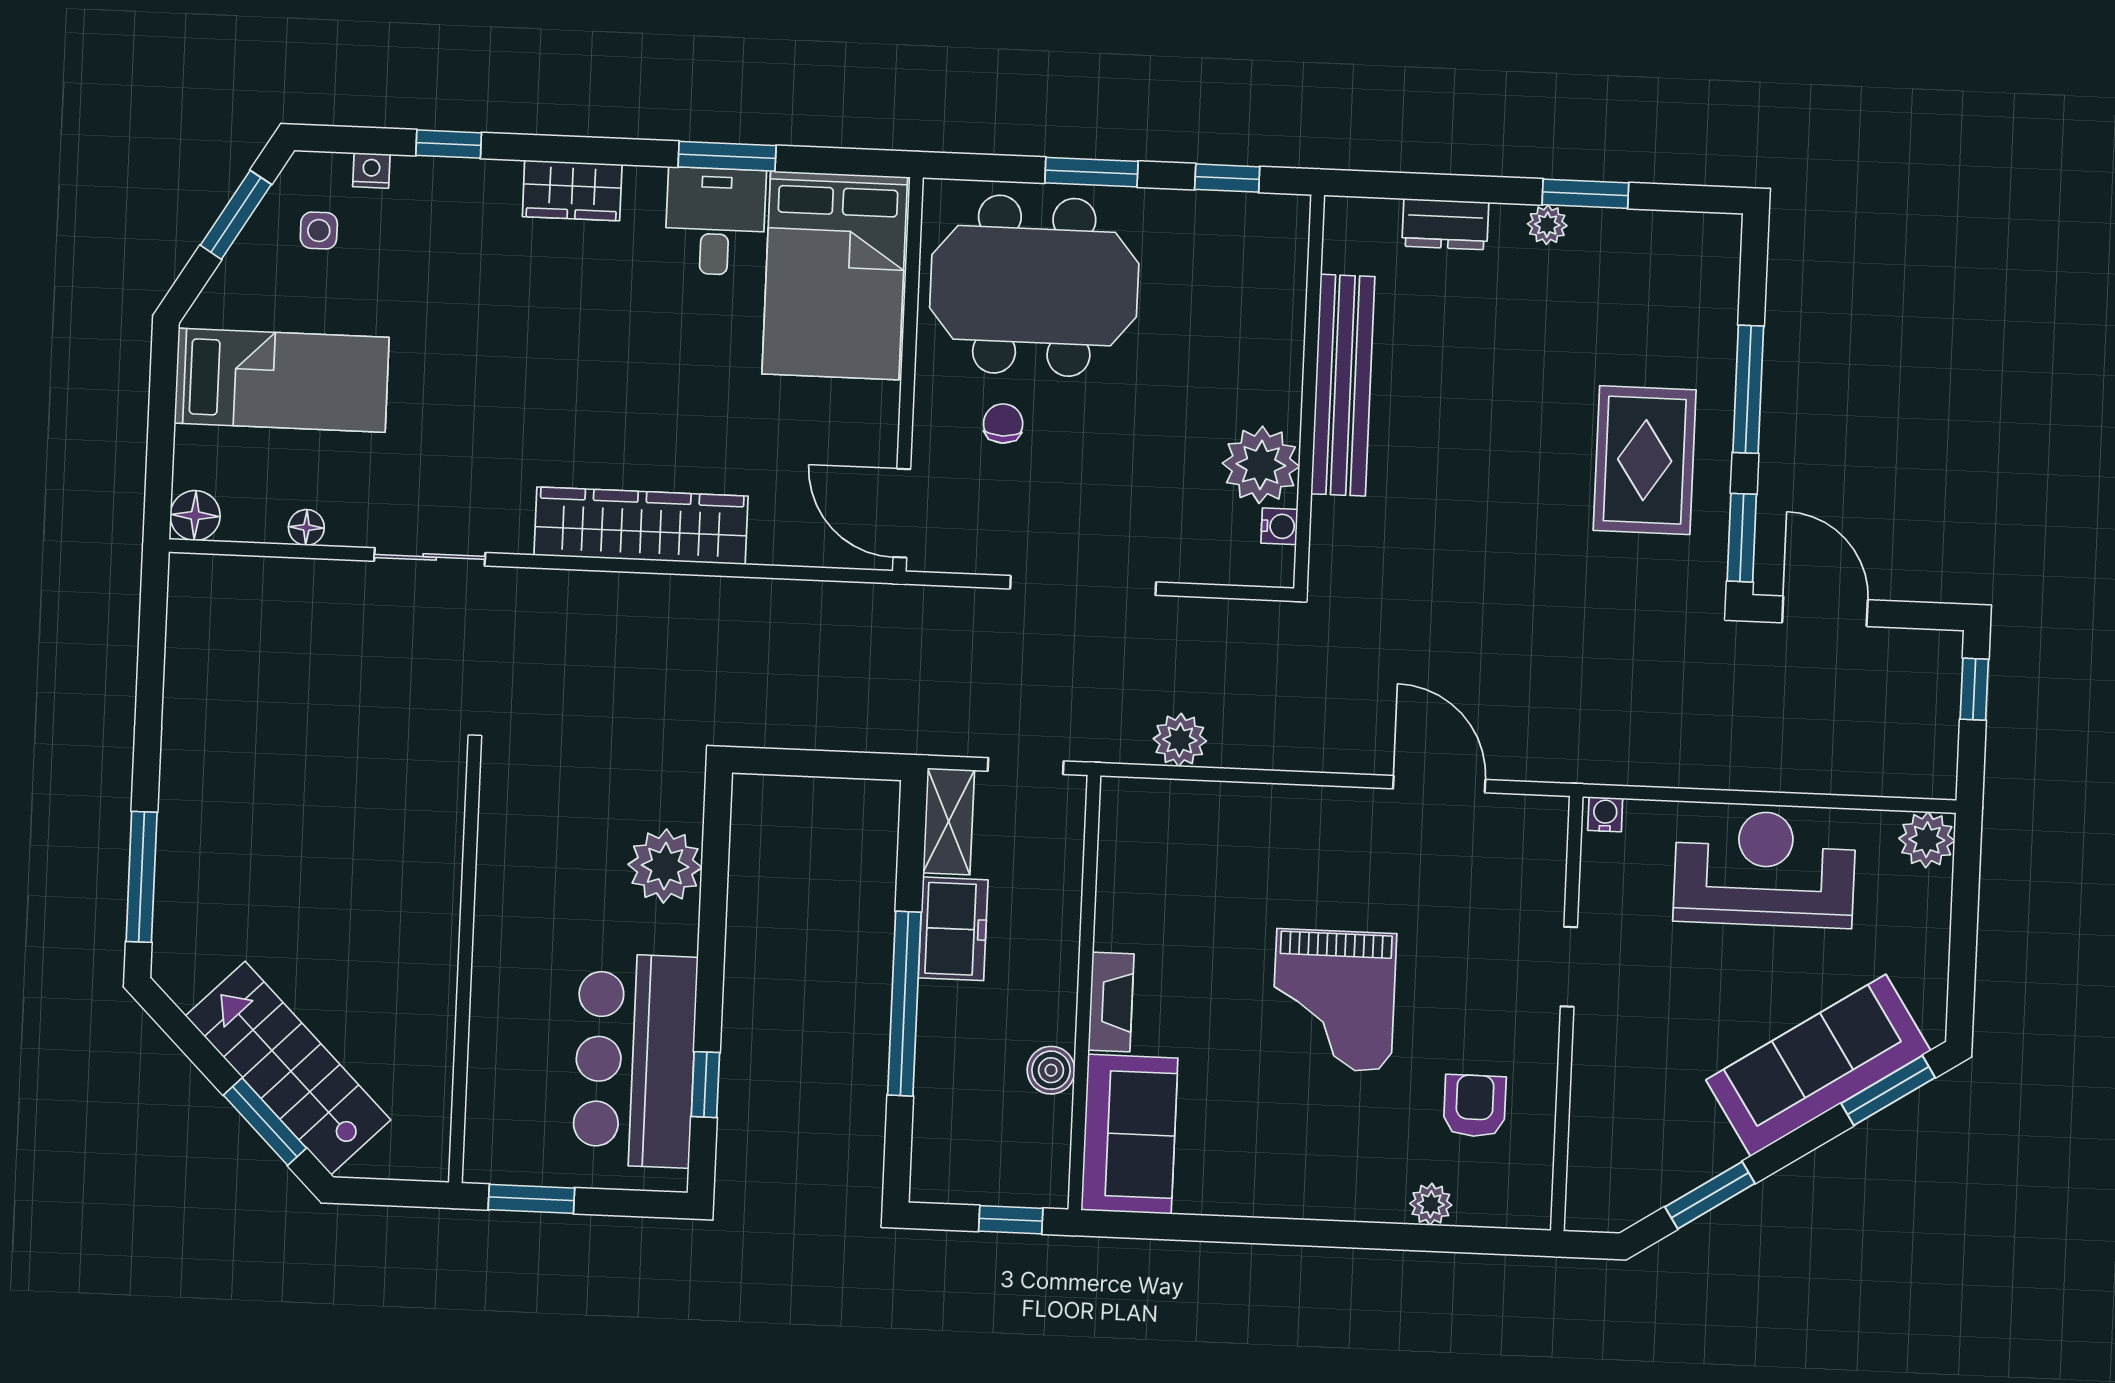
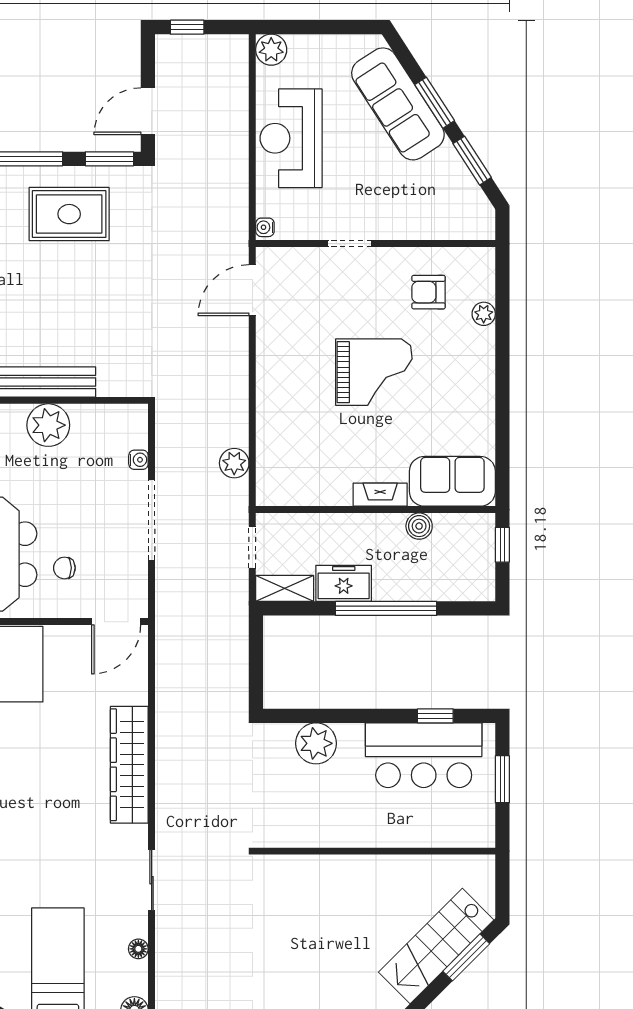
plant: (1261, 465) -> (48, 425), moved
water cooler: (1279, 526) -> (138, 460), moved, turned 90
door: (1439, 784) -> (252, 290), moved
window: (1888, 1090) -> (435, 103), moved
window: (531, 1199) -> (502, 779), moved

